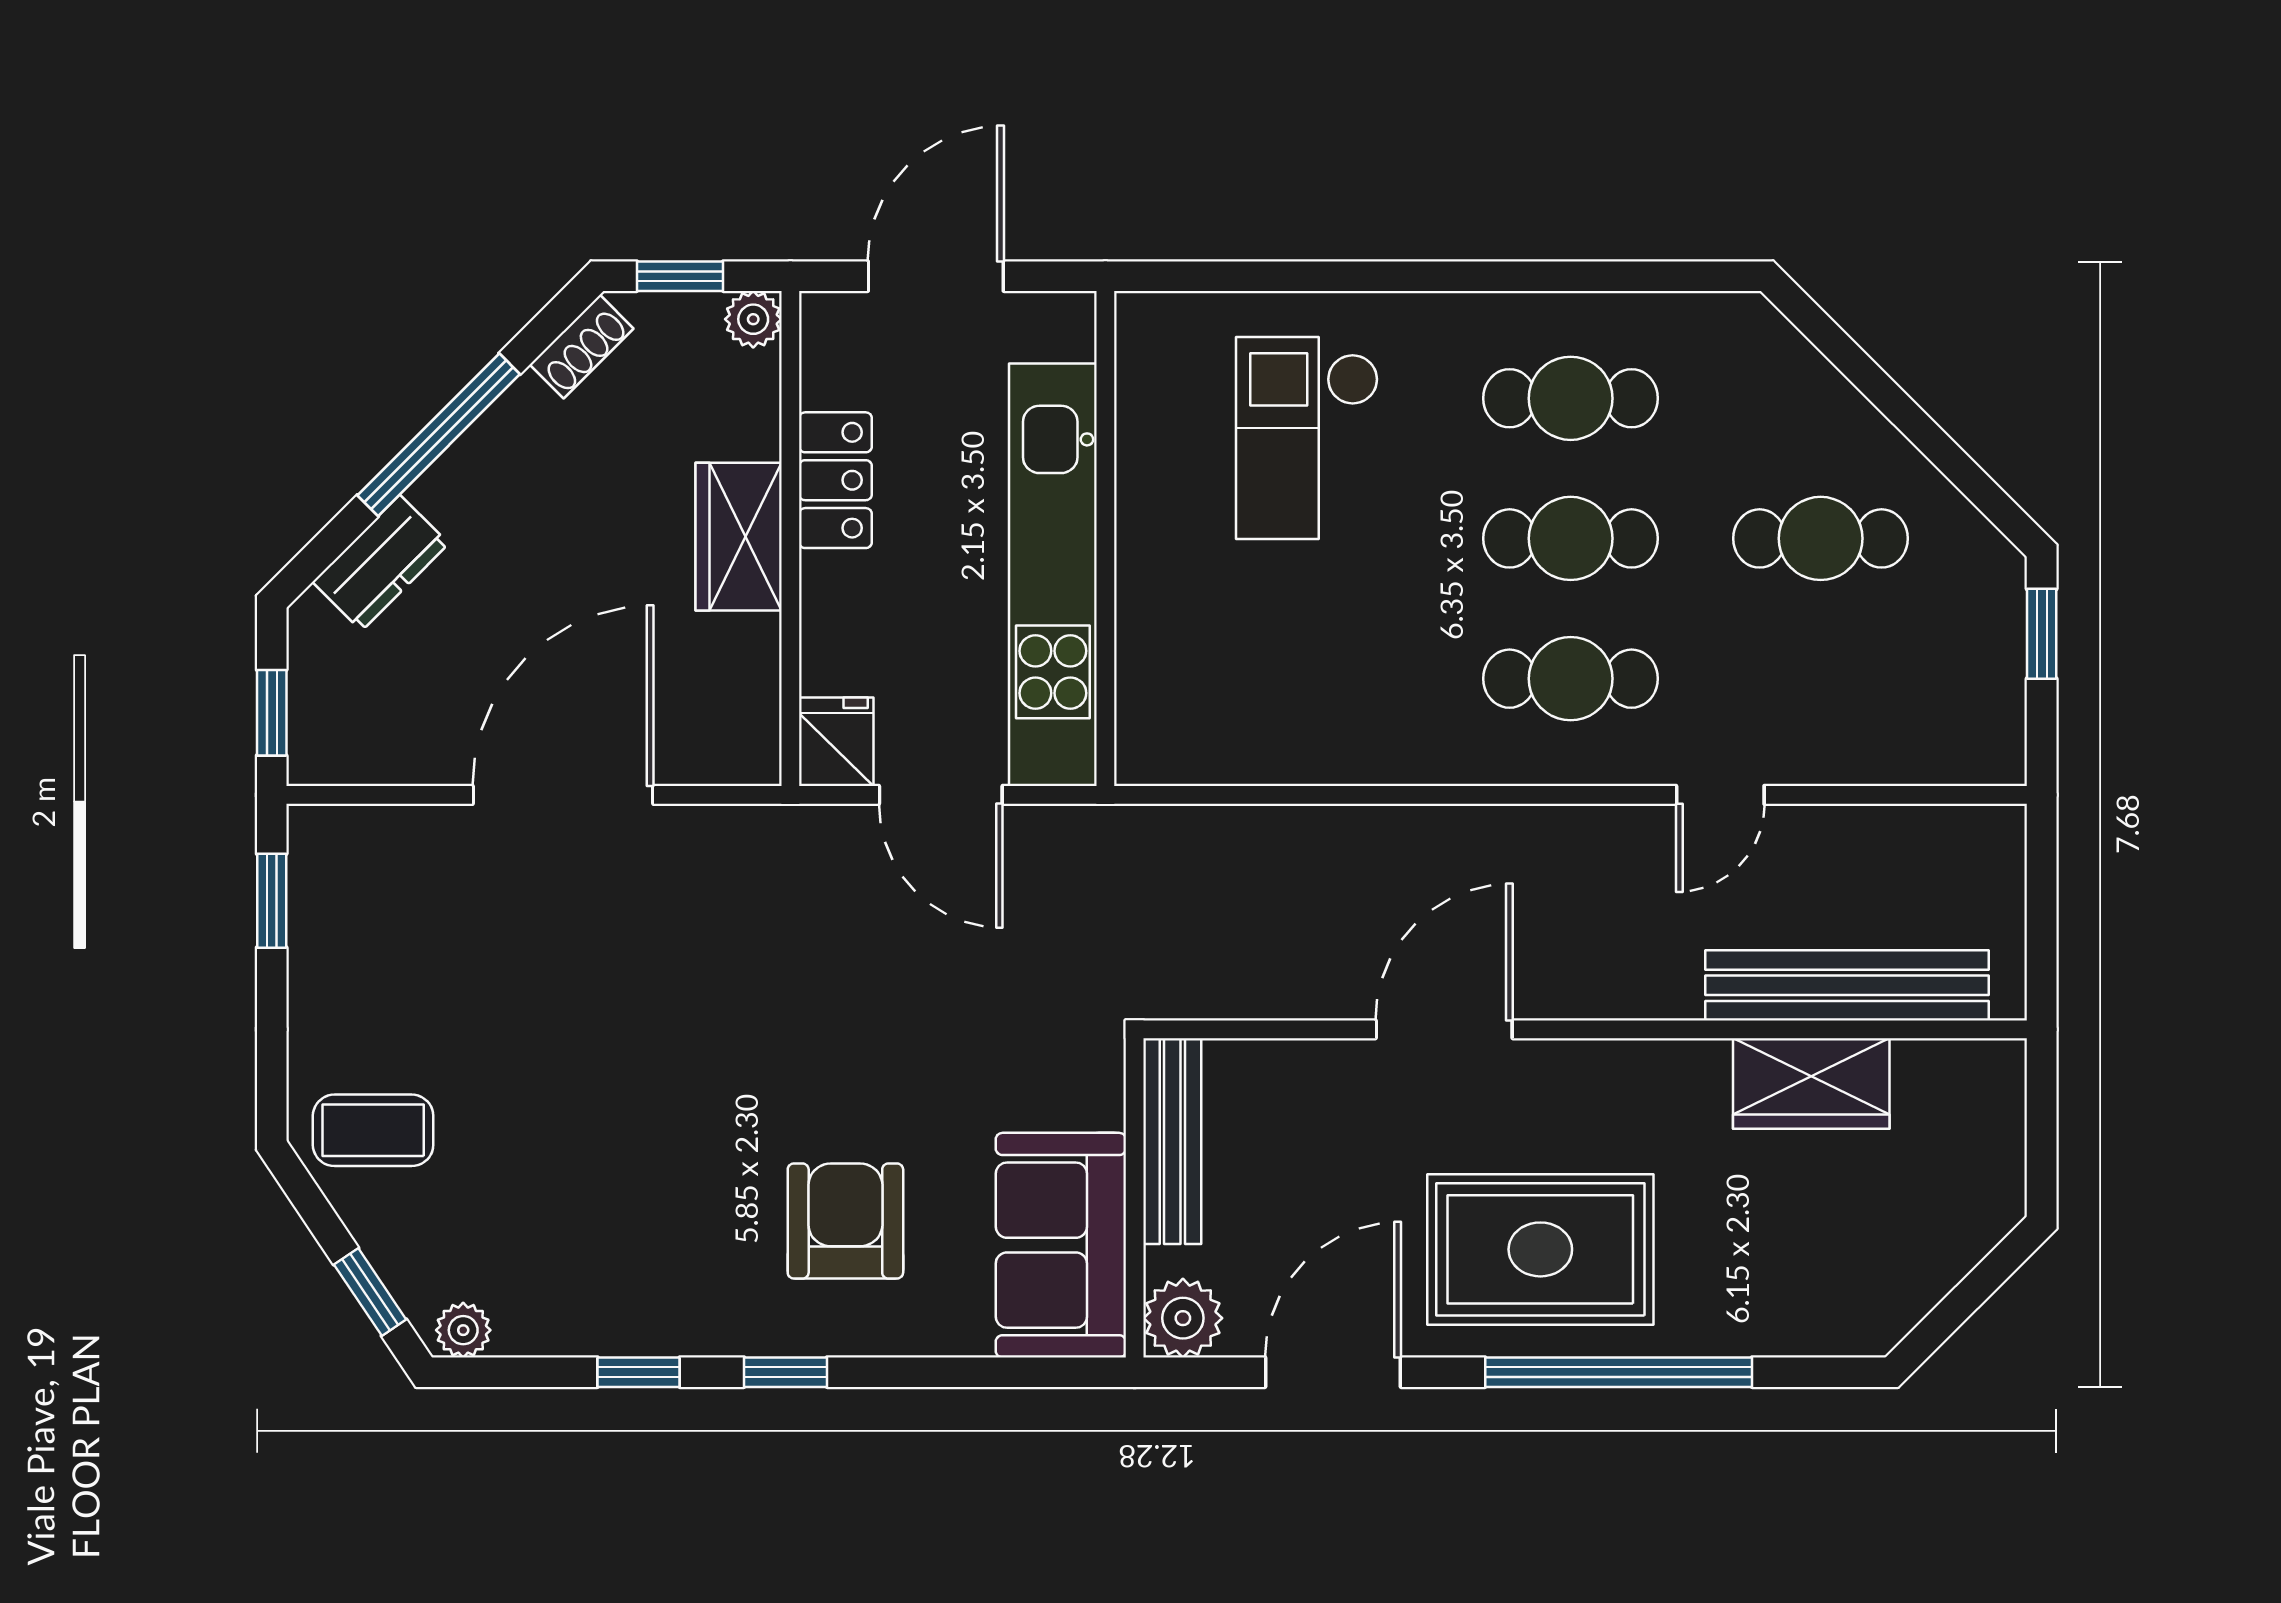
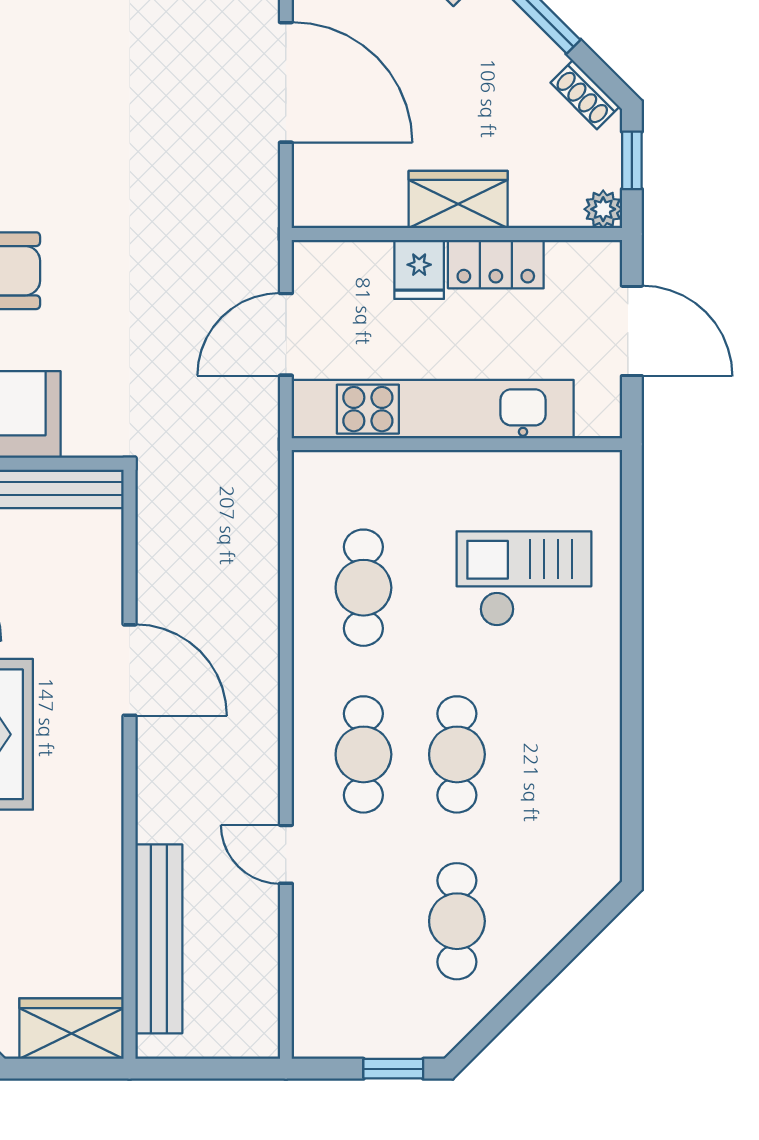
cafe table: (1571, 398) -> (363, 588), moved
fridge: (836, 742) -> (419, 269), moved, turned 90
wardrobe: (1811, 1083) -> (71, 1029), moved, turned 90

